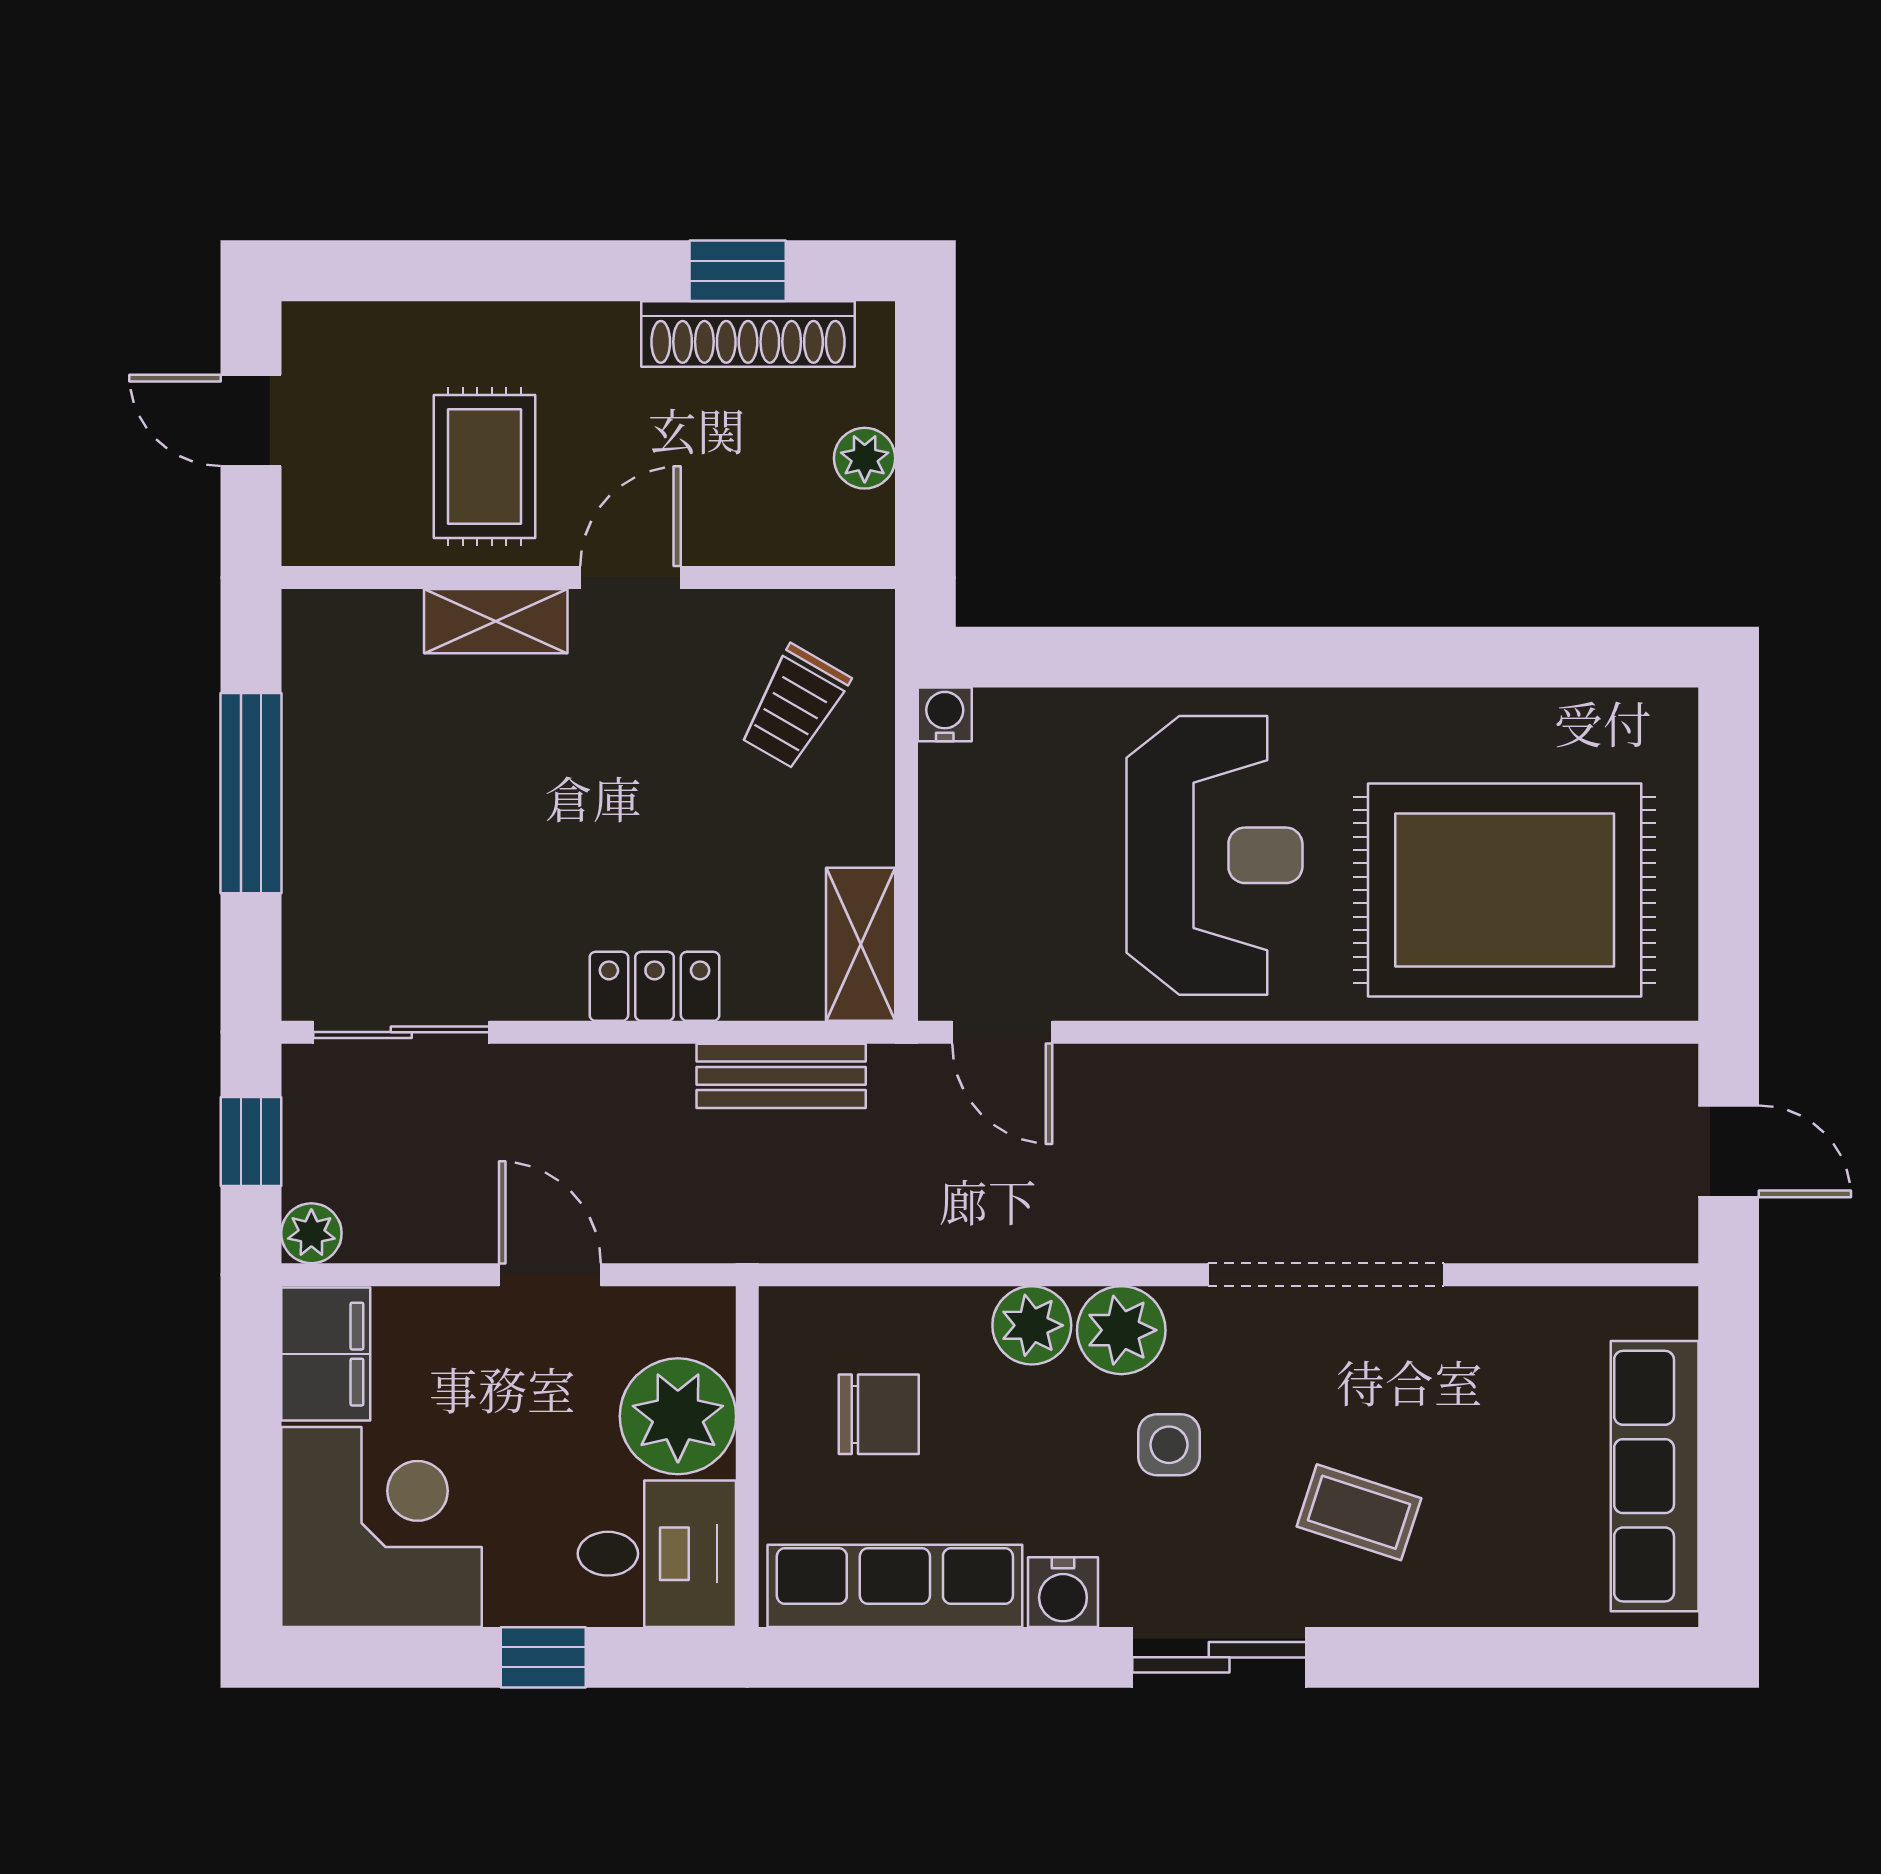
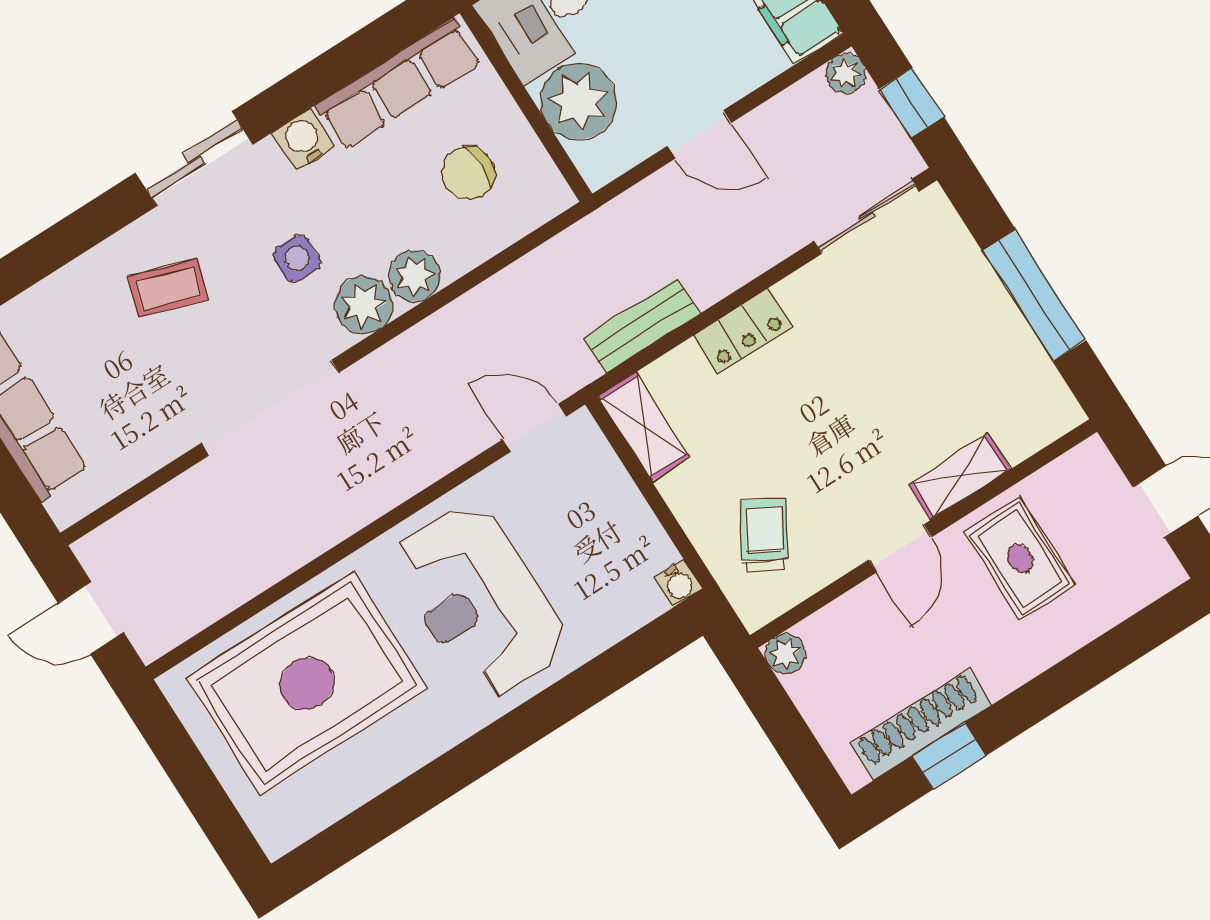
plant: (865, 458) -> (785, 654), moved

